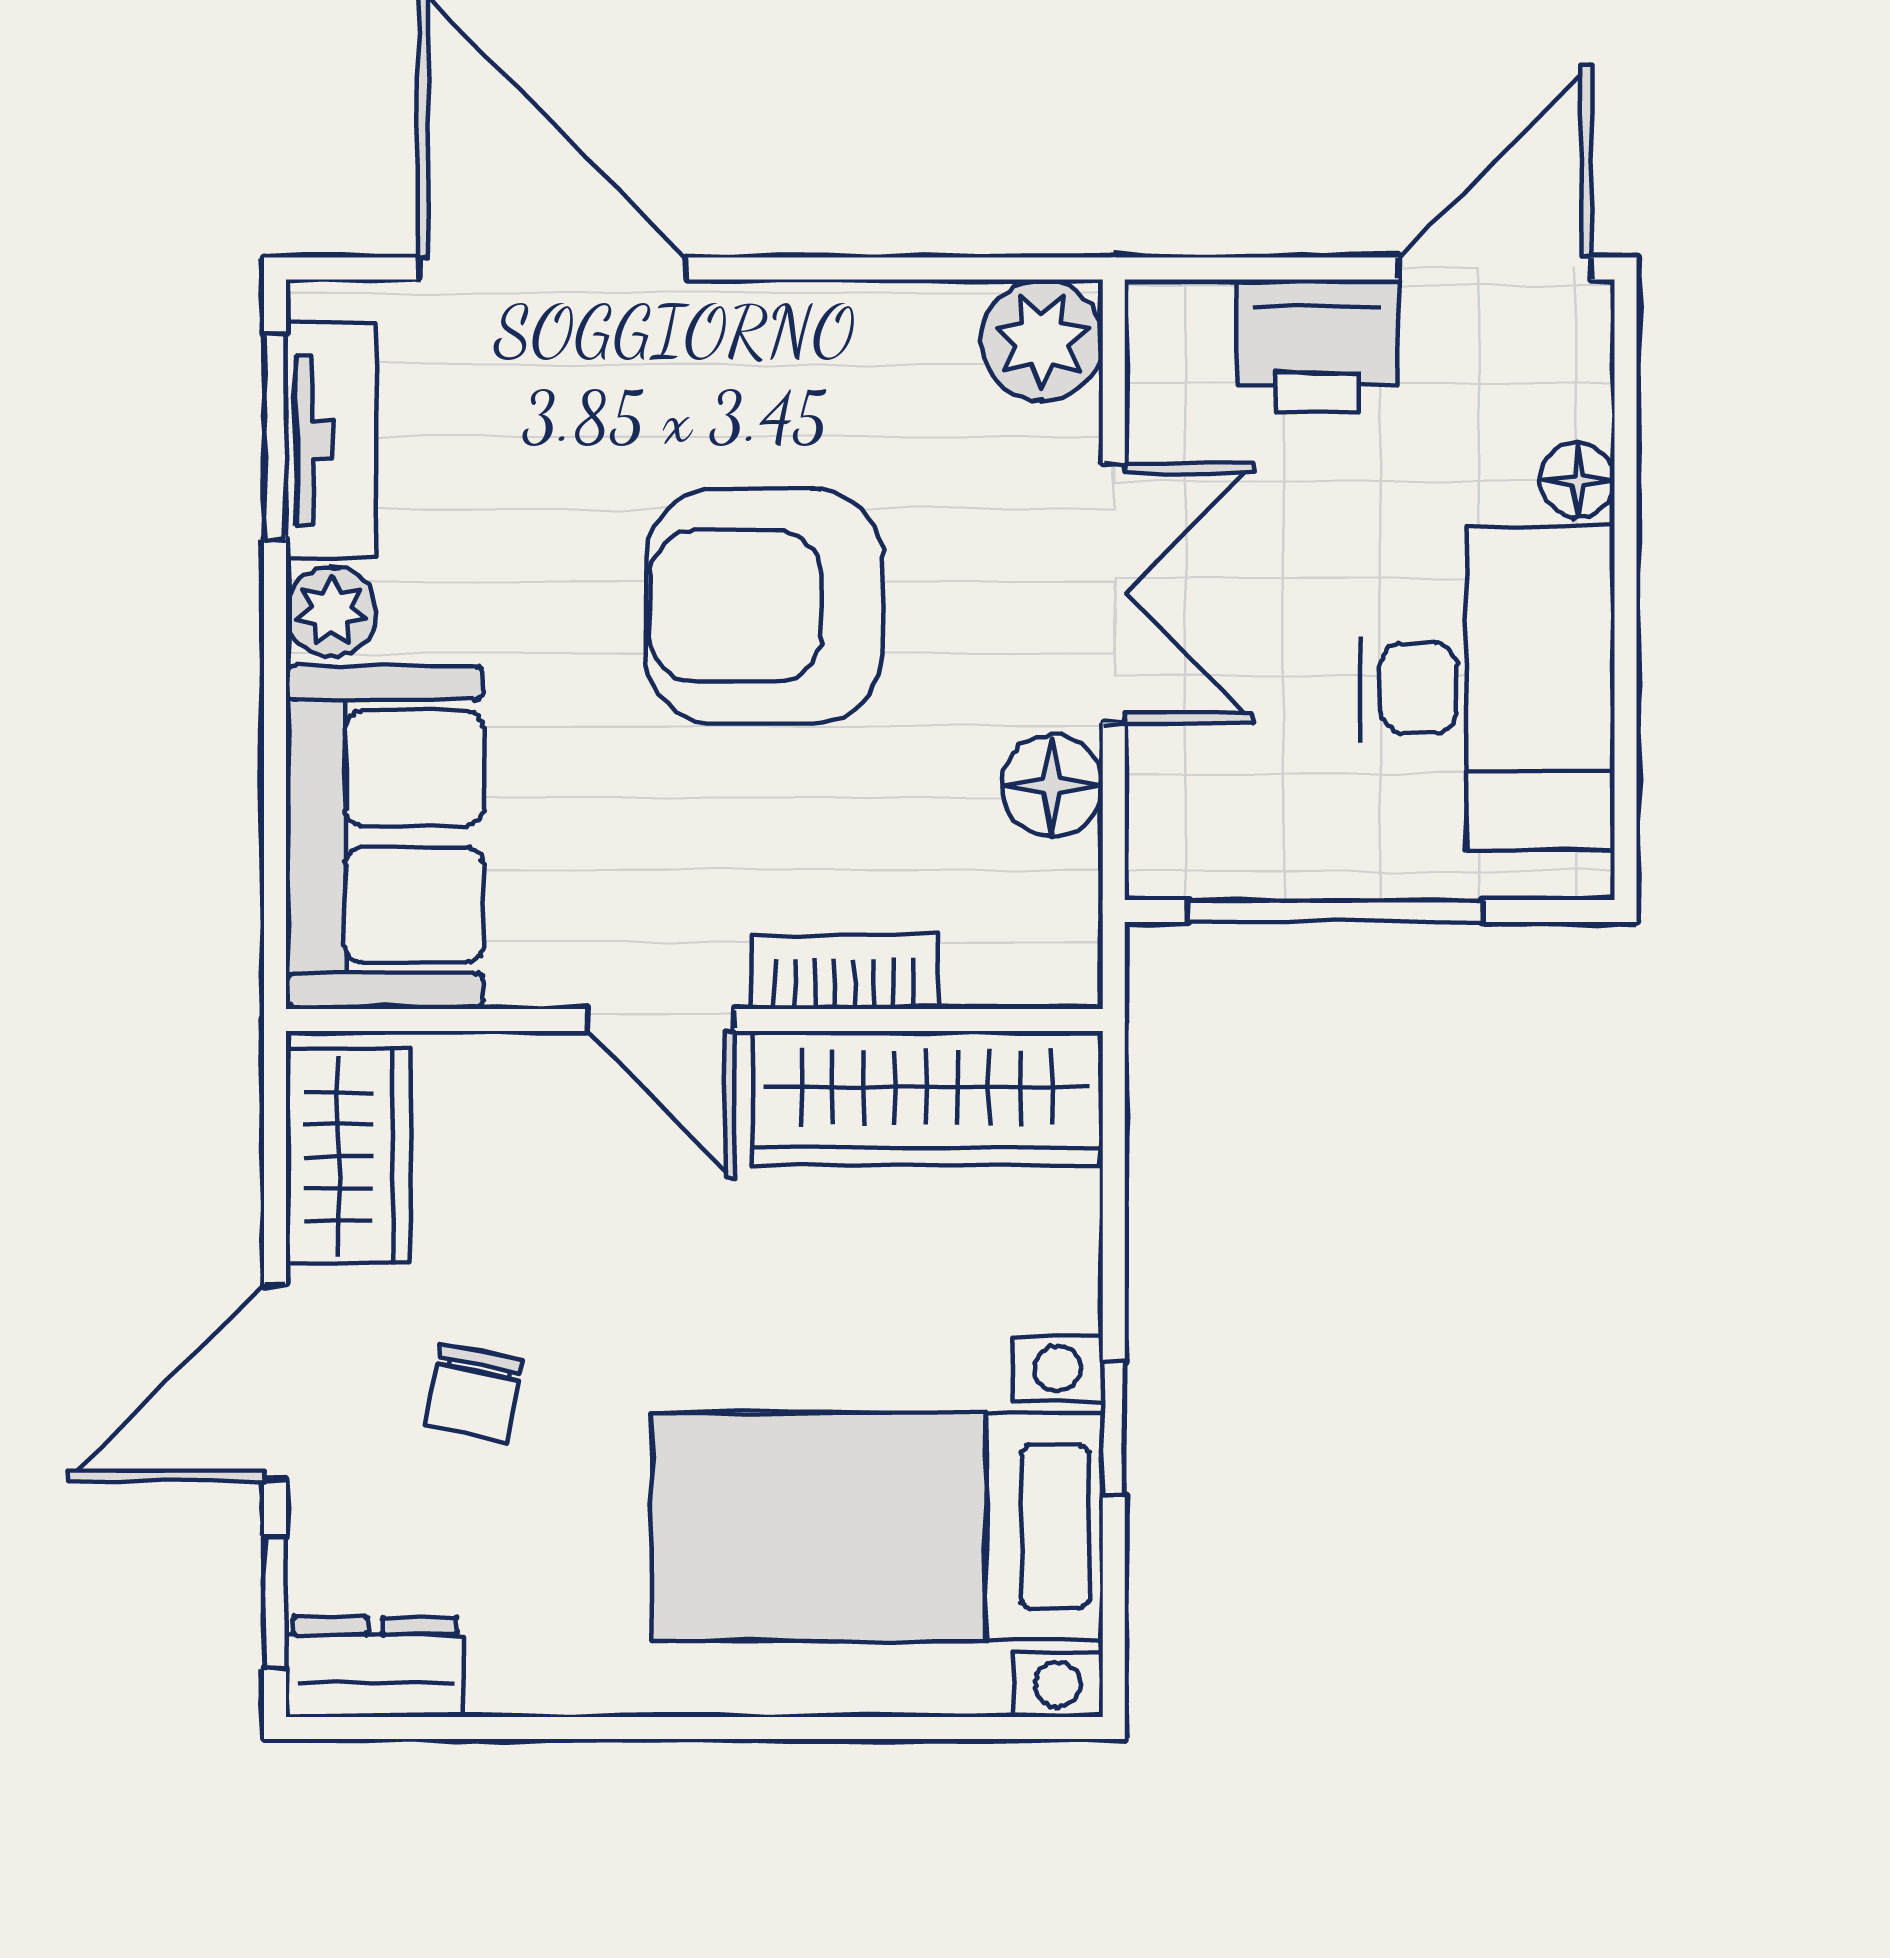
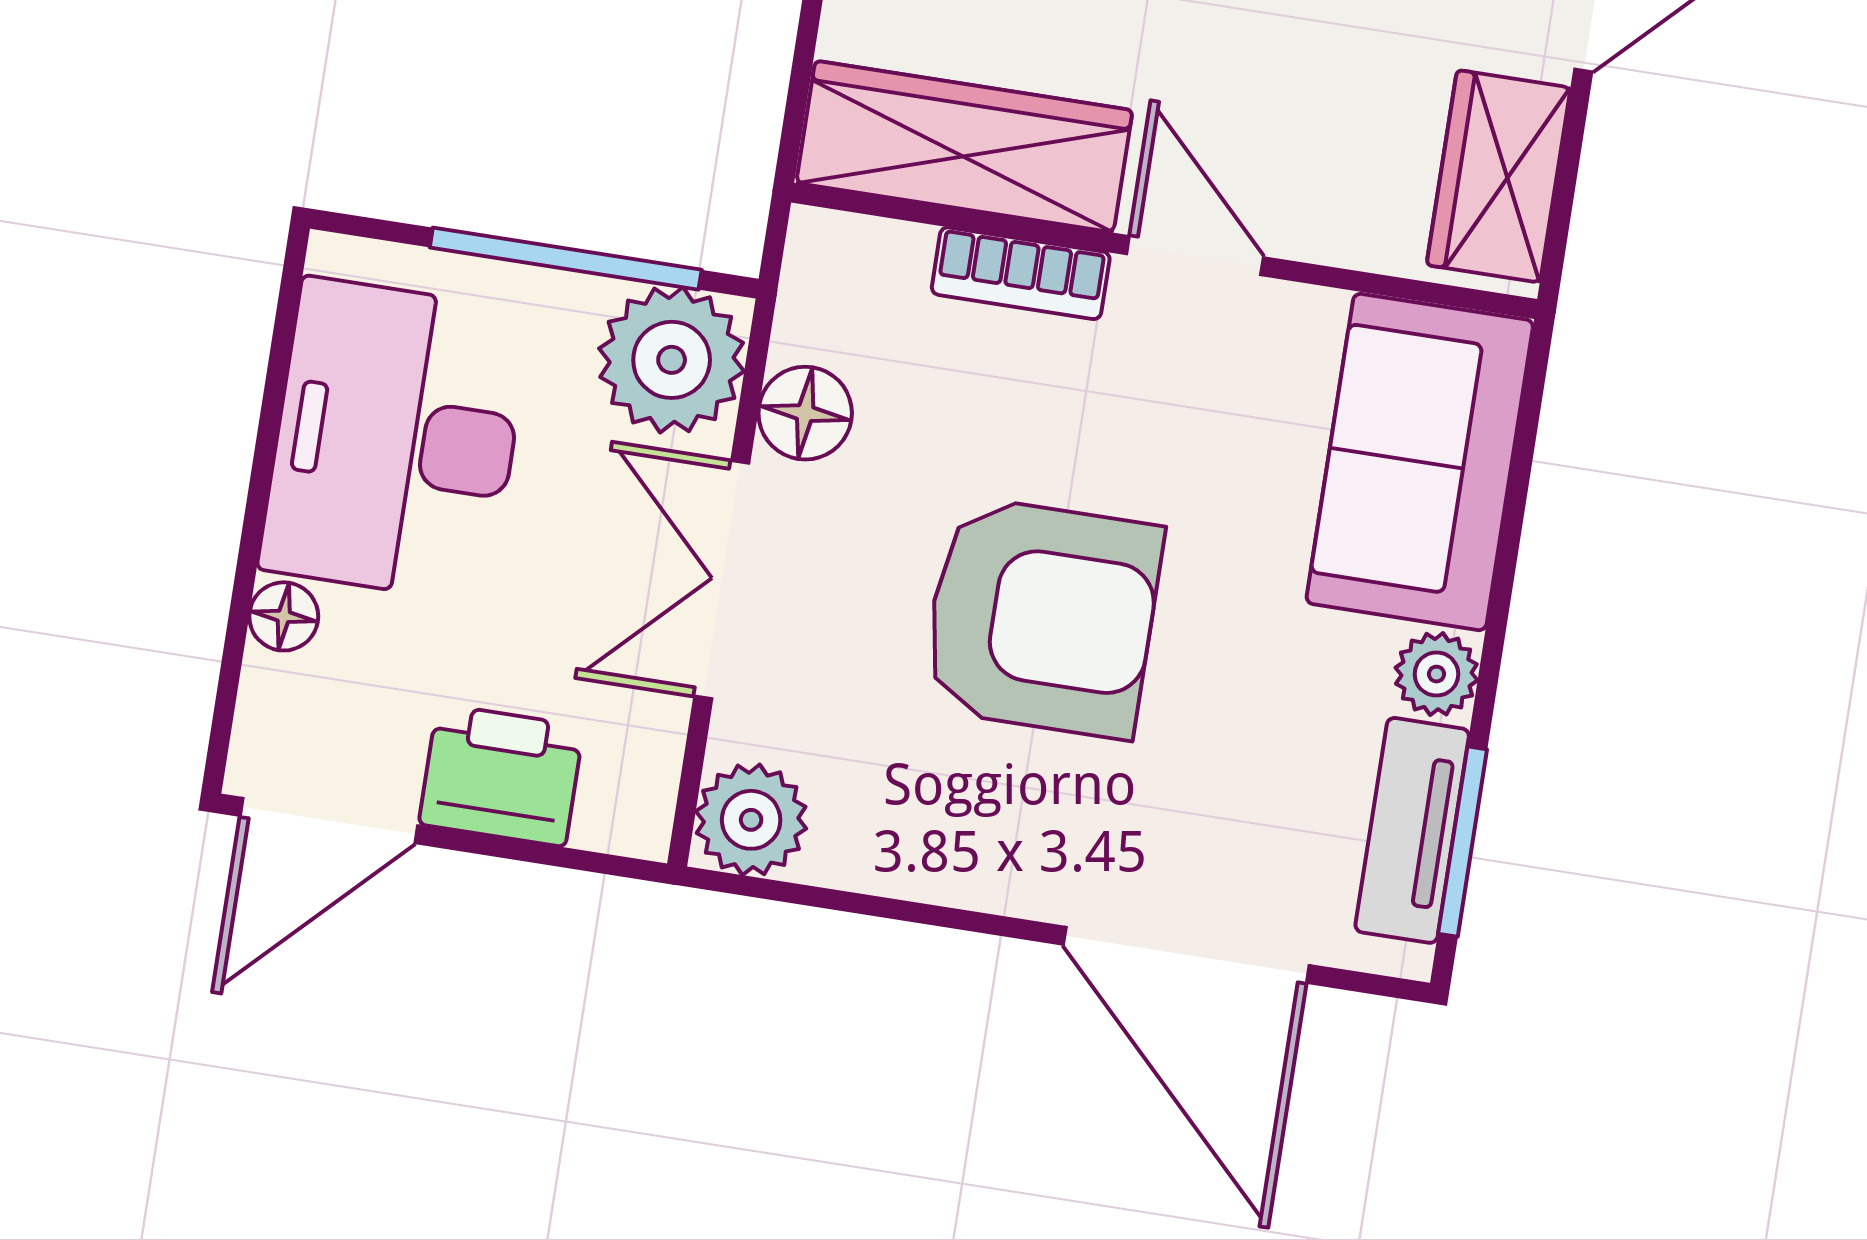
plant: (1204, 820) -> (672, 360), added

